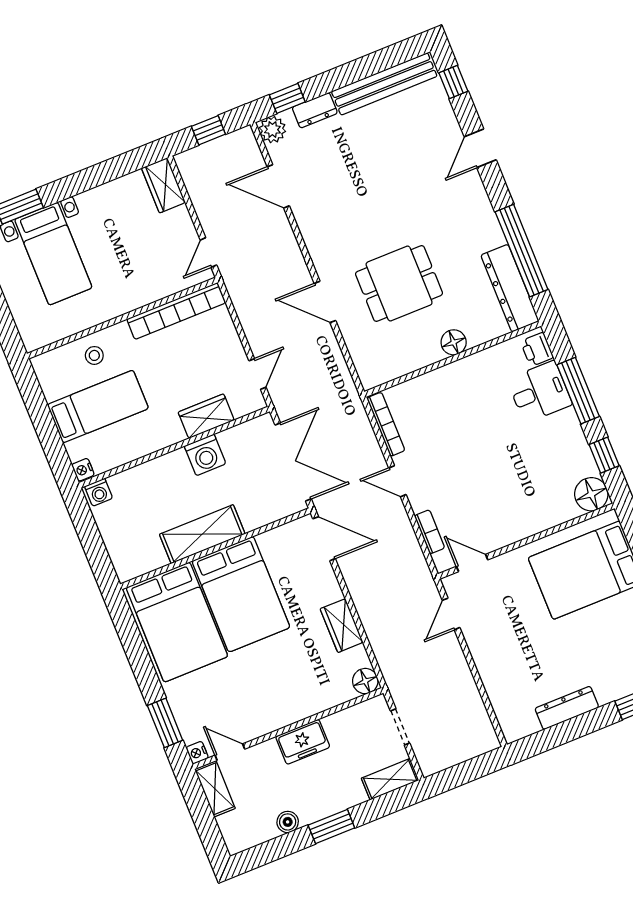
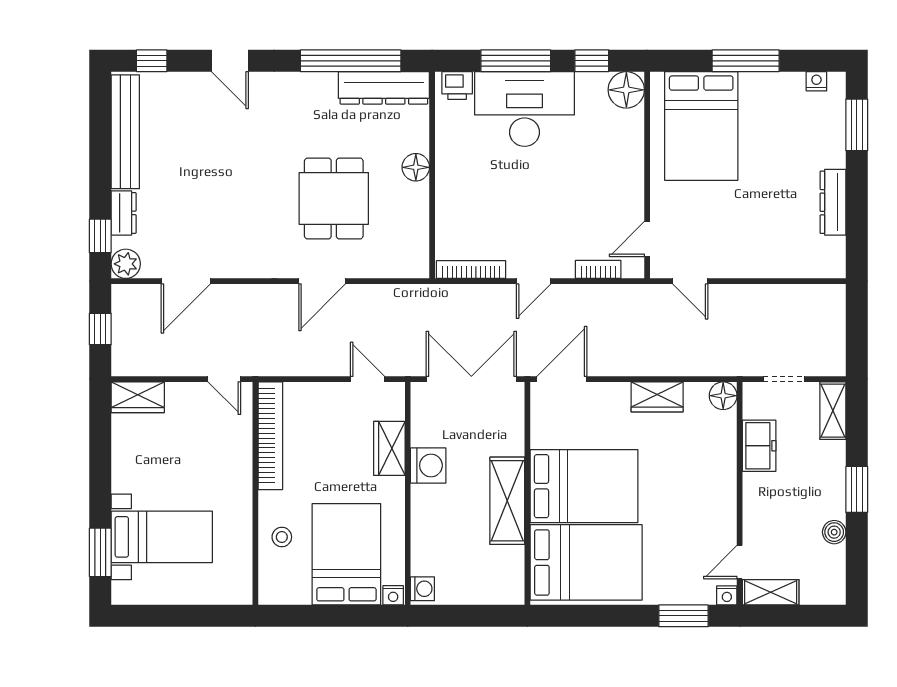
desk: (540, 392) -> (525, 109), width x1.87, depth x1.30
bed: (98, 406) -> (346, 554), width x1.50
freezer: (303, 742) -> (759, 446), moved

